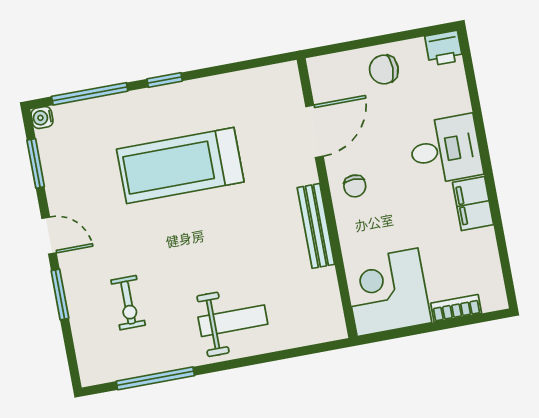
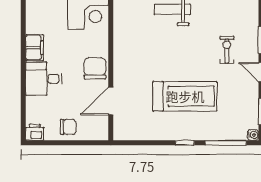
chair: (355, 186) -> (95, 68), width x1.87, depth x1.87
bench: (316, 226) -> (119, 51), removed
exercise bike: (128, 303) -> (227, 50), moved

